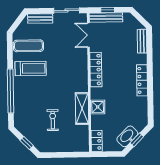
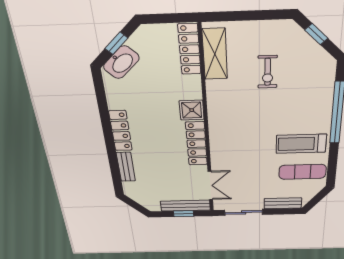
bench: (142, 41) -> (126, 167), moved
shower: (98, 107) -> (192, 110), moved
shelving: (82, 108) -> (215, 54), moved
washbasin: (127, 136) -> (121, 62), moved
locker: (97, 141) -> (190, 49), width x1.53

